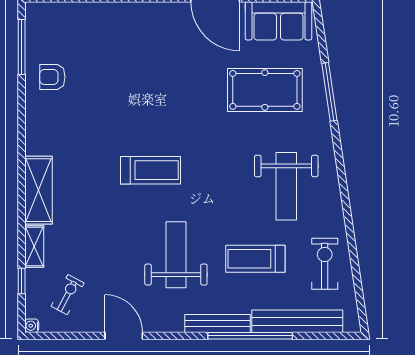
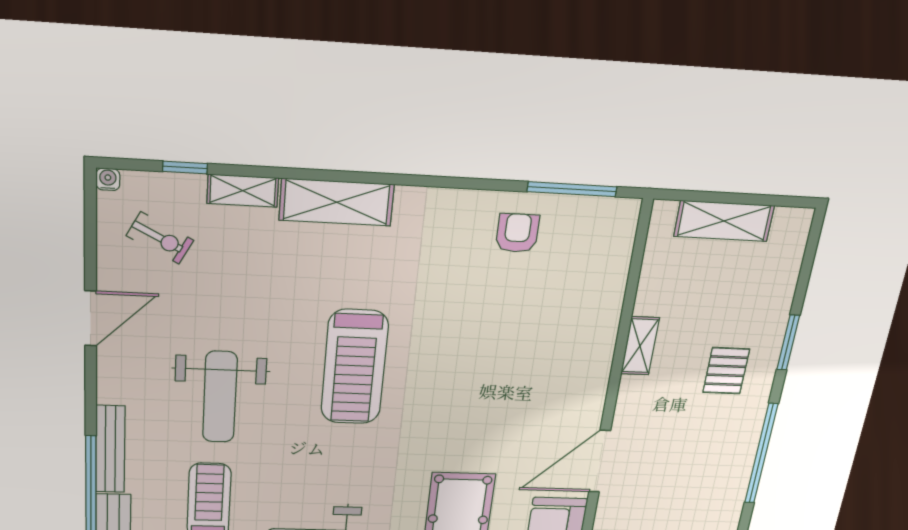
treadmill: (151, 170) -> (354, 367), width x1.37, depth x1.38
weight bench: (176, 255) -> (220, 397), turned 90

